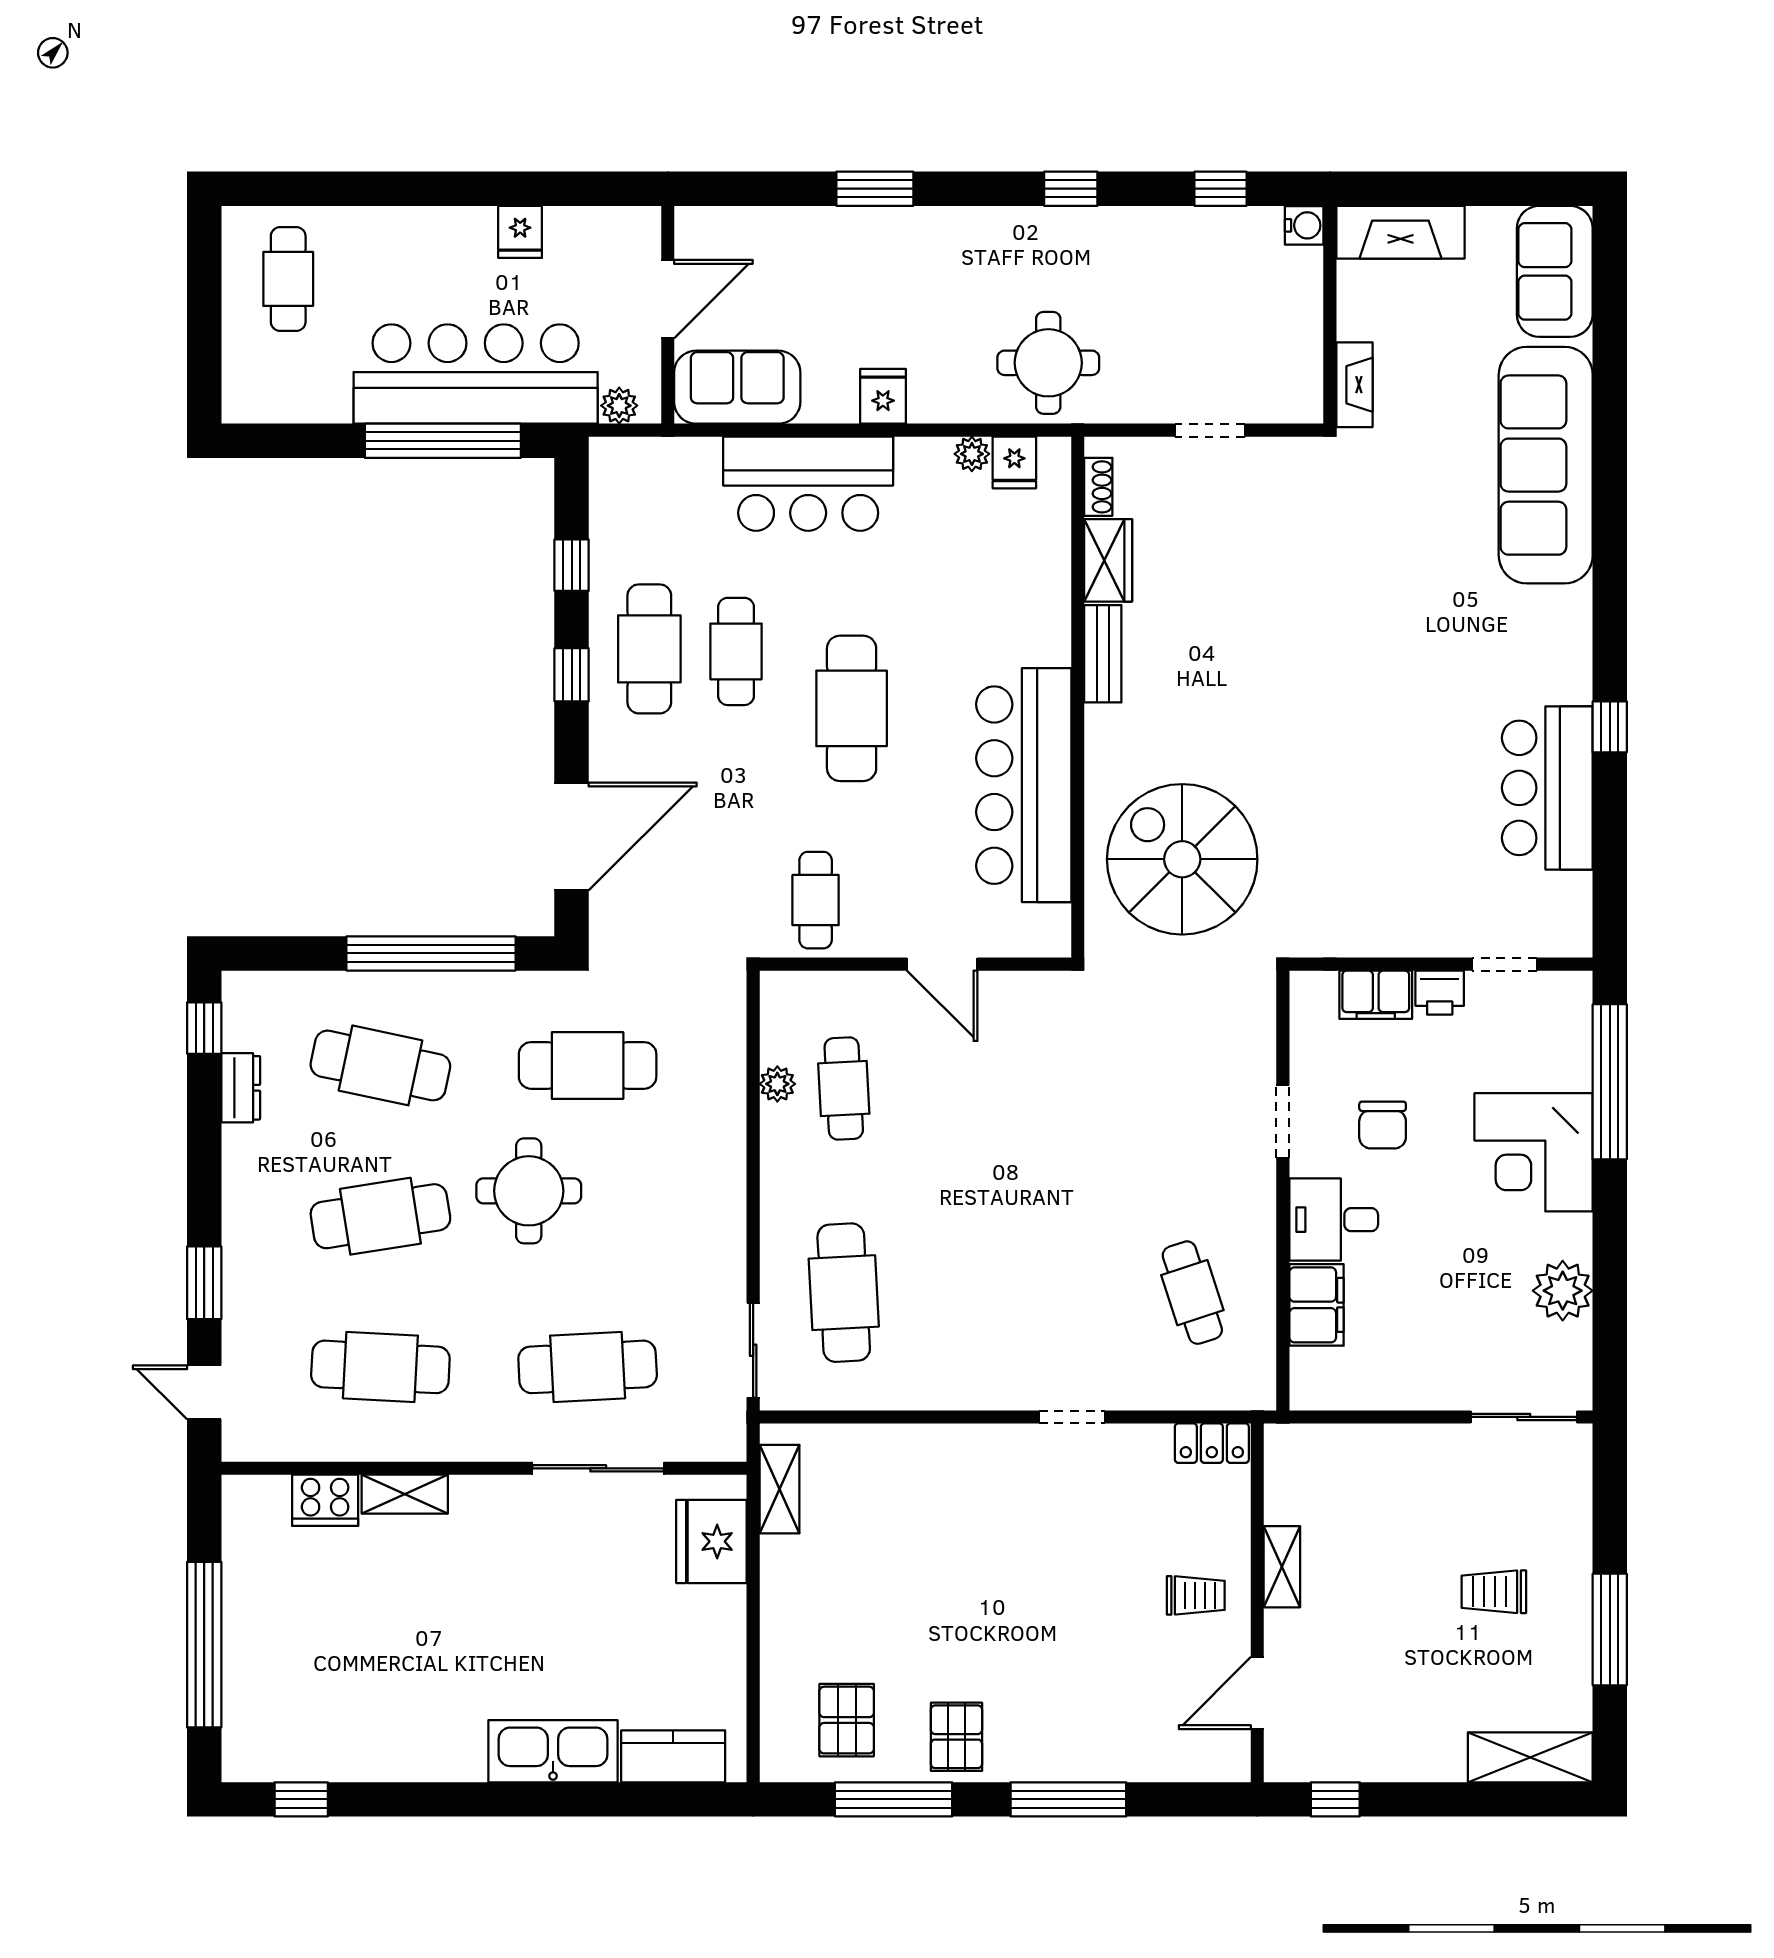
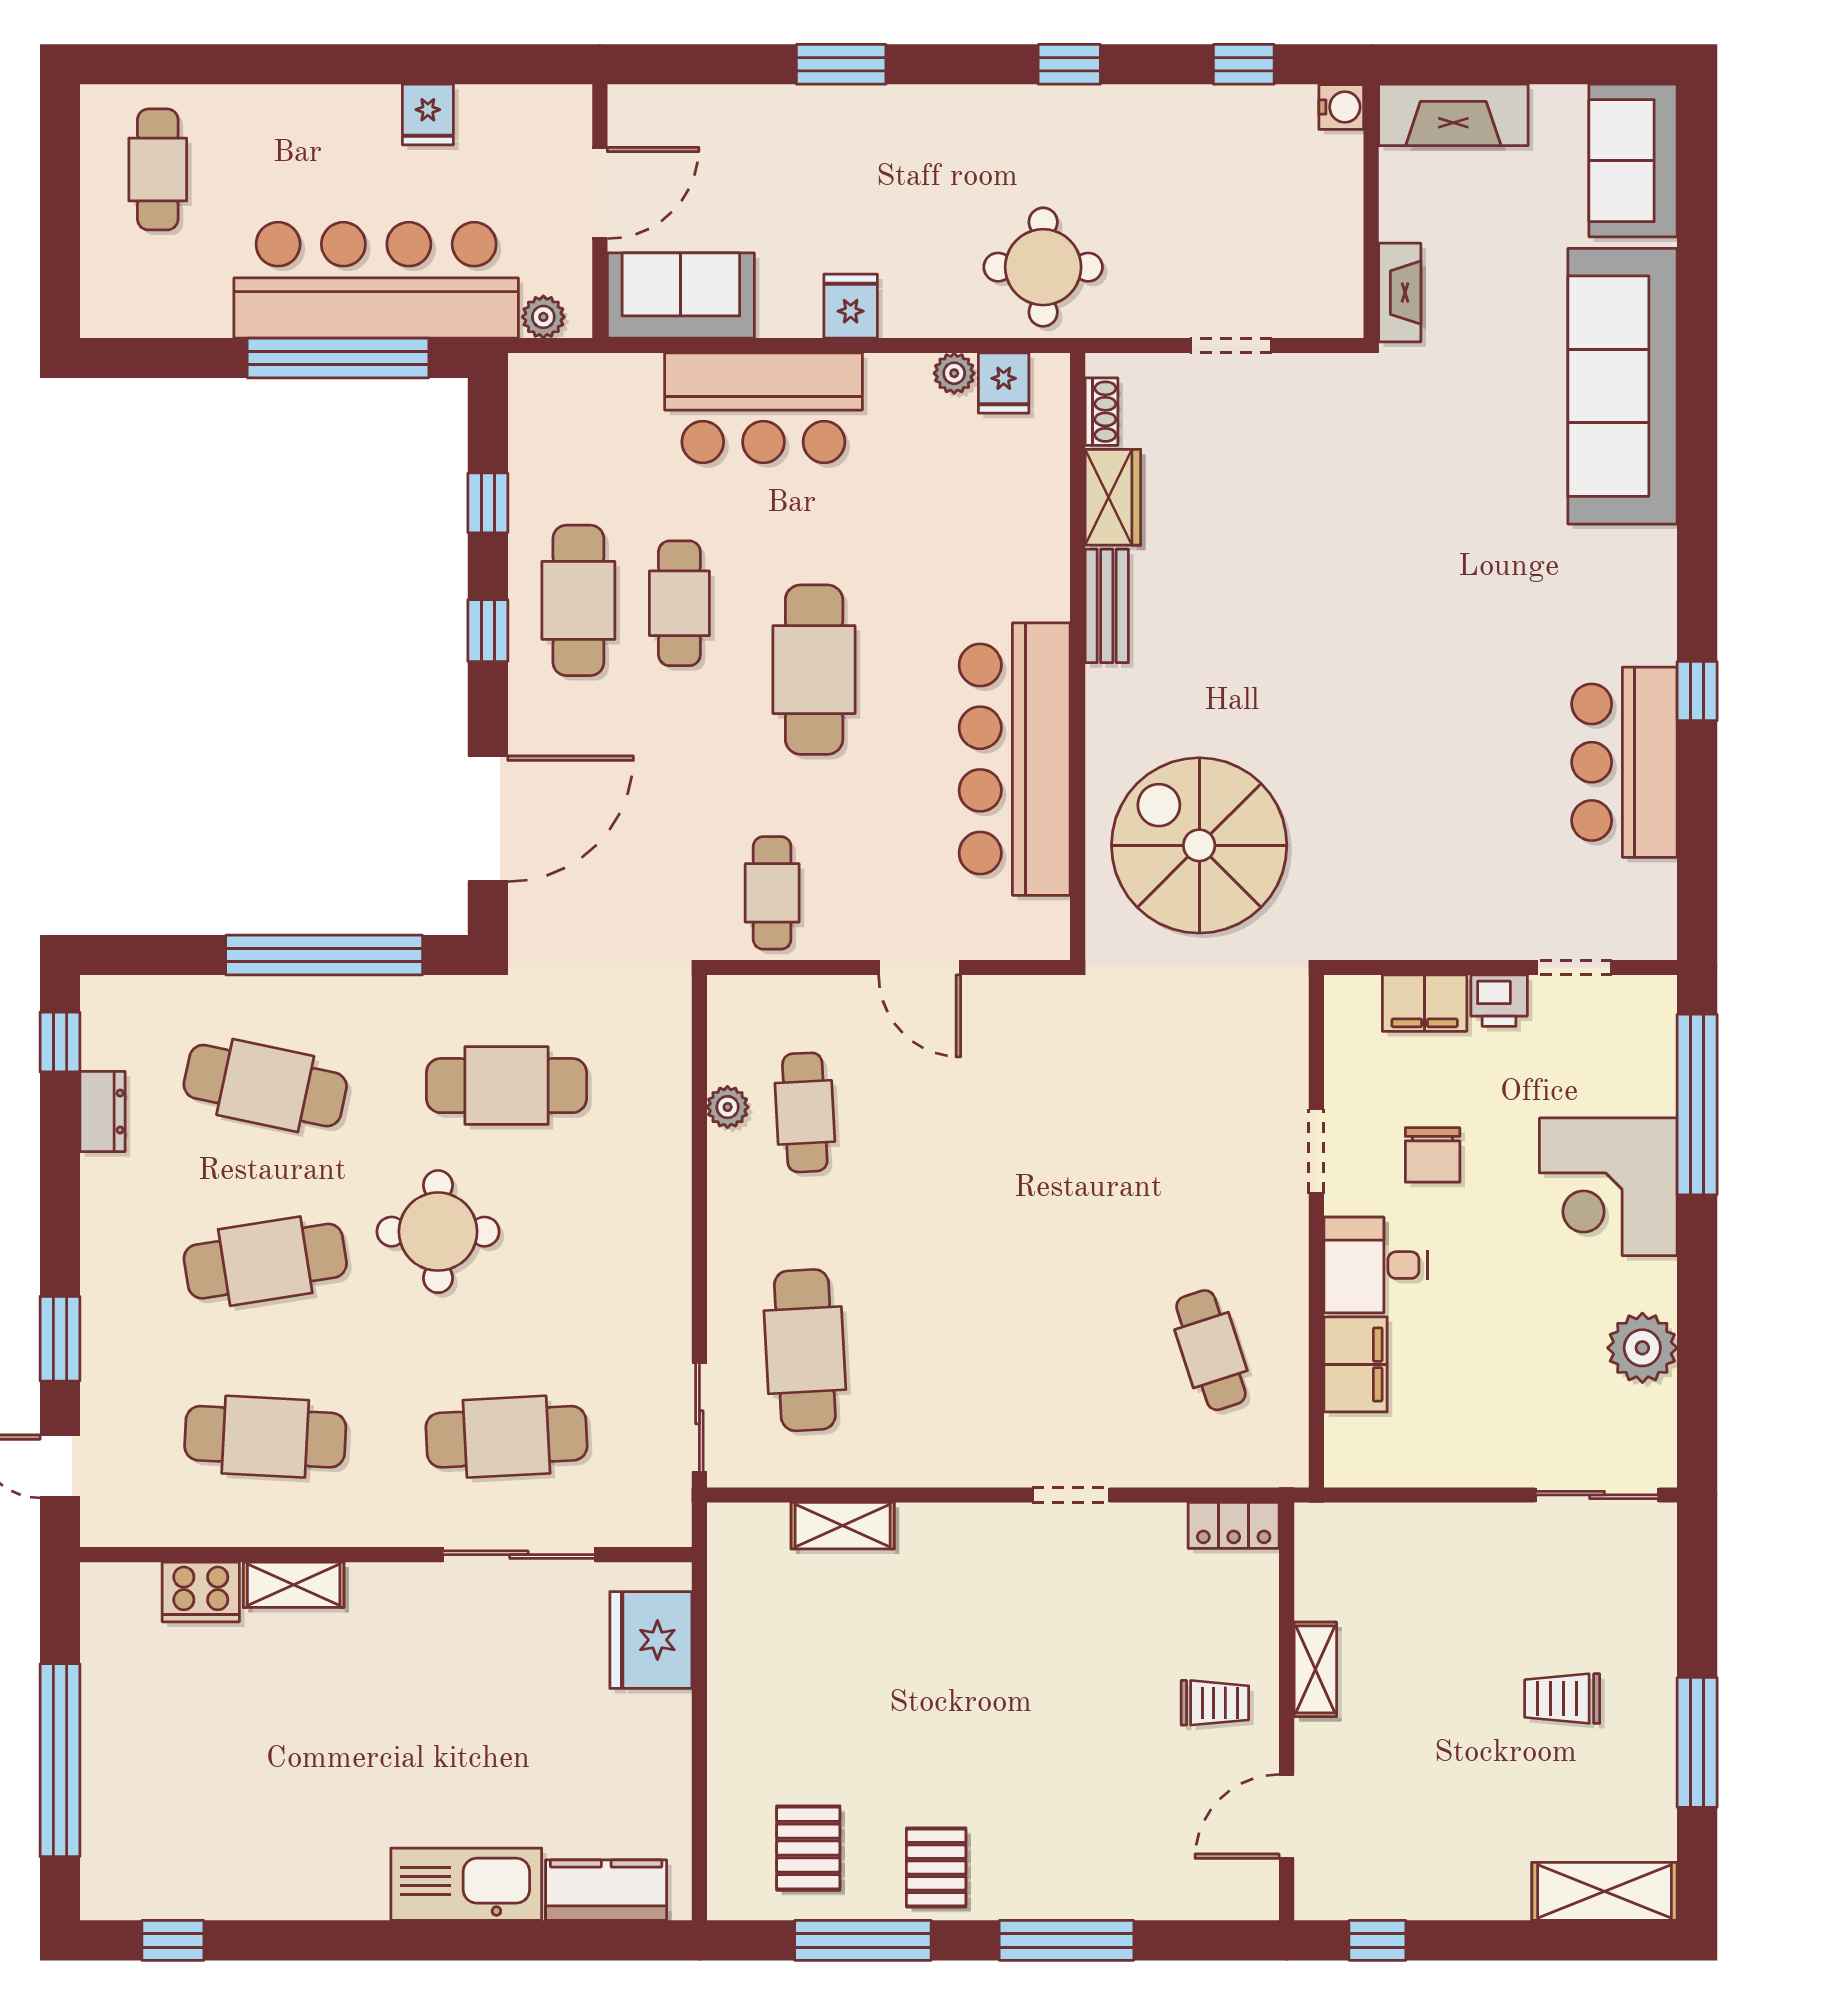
shelving: (779, 1489) -> (843, 1526), moved, turned 90

